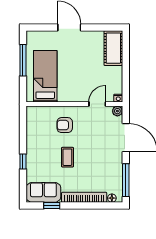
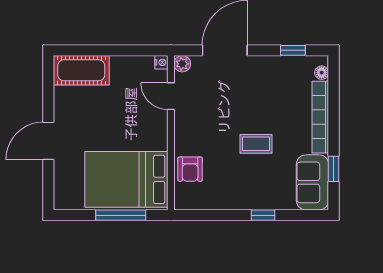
window: (23, 60) -> (121, 215), moved
bed: (45, 76) -> (126, 179), width x1.50
armchair: (65, 125) -> (190, 169), moved
window: (126, 180) -> (293, 50), width x0.46

